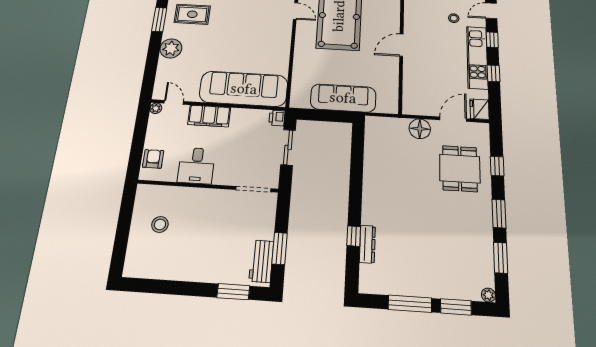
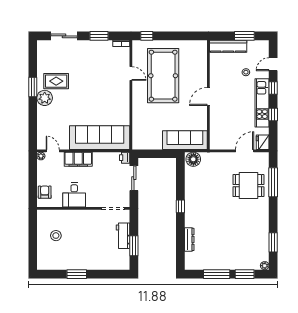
plant: (171, 48) -> (45, 98), moved
sofa: (343, 98) -> (185, 140), moved
floor lamp: (420, 129) -> (193, 159), moved
window: (497, 166) -> (273, 182), width x2.17
dining table: (460, 169) -> (248, 186), turned 90
window: (499, 214) -> (273, 214), removed
window: (354, 236) -> (180, 206), moved
workbench: (261, 261) -> (123, 236), moved
window: (233, 292) -> (77, 274), moved

